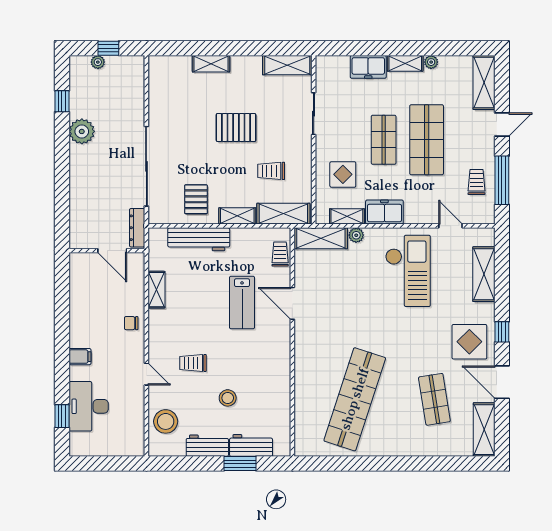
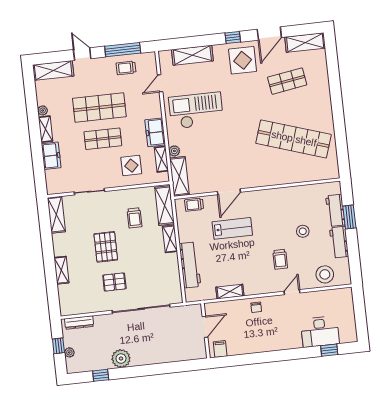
pallet: (196, 199) -> (114, 282), moved
dresser: (137, 228) -> (79, 322), moved
filing cabinet: (80, 357) -> (220, 349), moved

